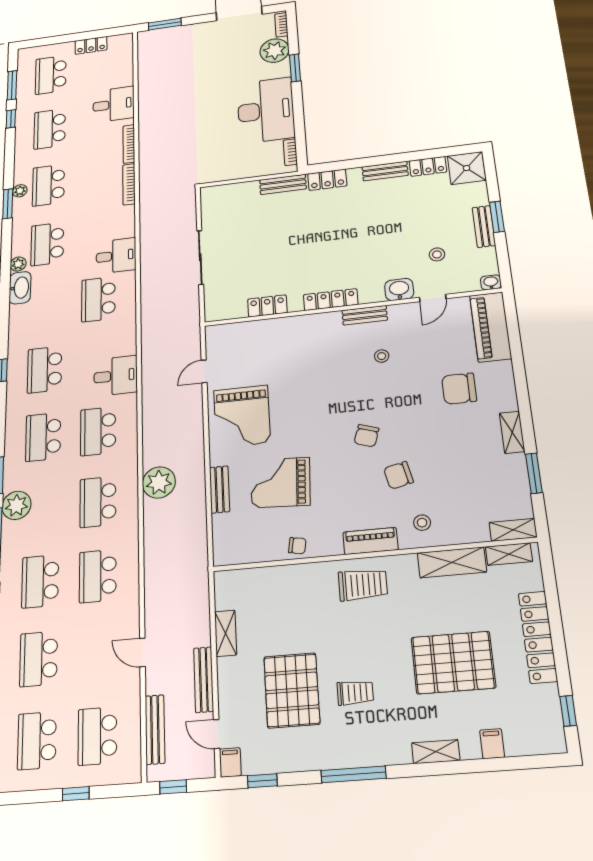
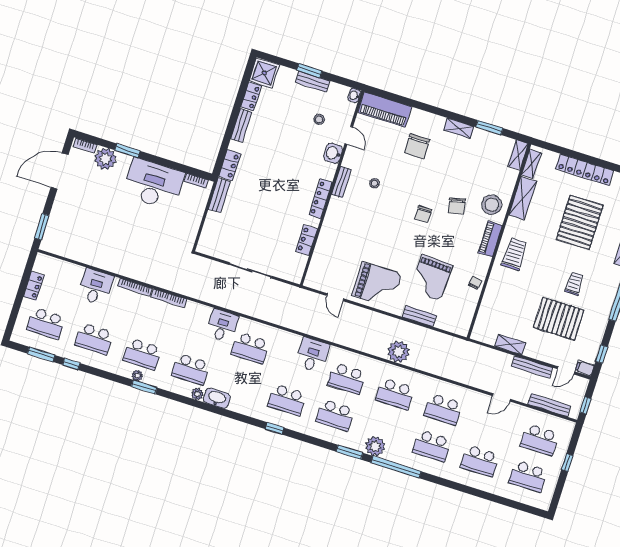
chair: (366, 436) -> (423, 214), turned 72
stool: (422, 523) -> (492, 205), width x1.89, depth x1.89

